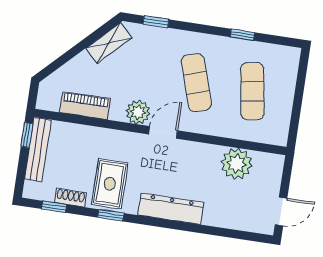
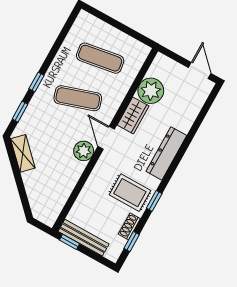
window: (242, 35) -> (37, 82), moved
piano: (85, 106) -> (64, 189), removed
wardrobe: (200, 154) -> (133, 116), added

